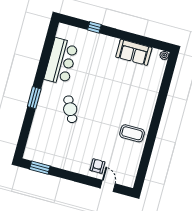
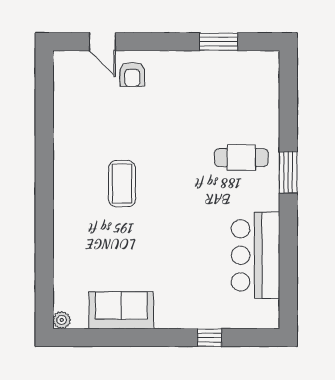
cafe table: (70, 109) -> (241, 158), moved, turned -64
coffee table: (132, 133) -> (122, 184), moved, turned 90
window: (40, 168) -> (219, 42), moved

